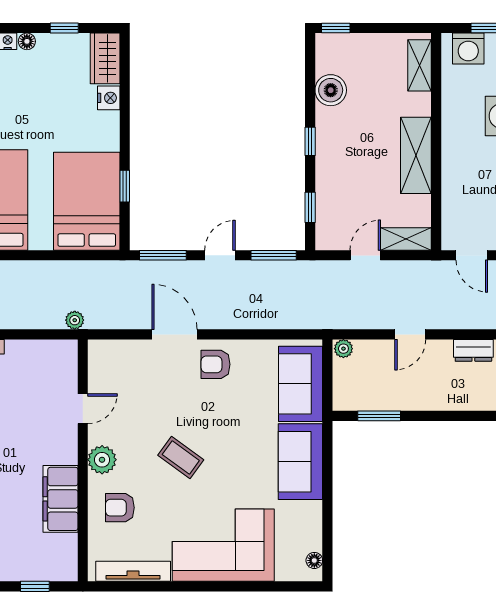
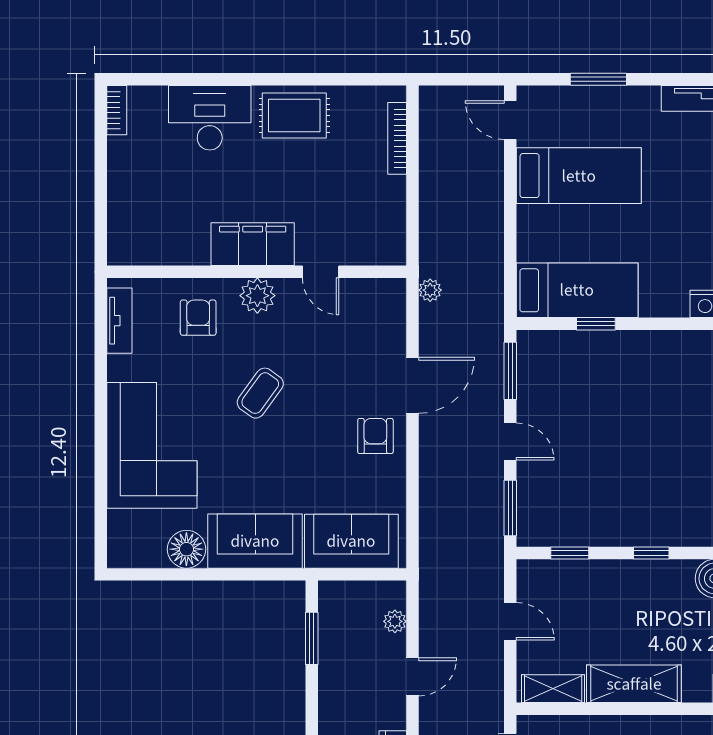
bed: (87, 201) -> (577, 290), width x0.67
shelving: (406, 239) -> (553, 689), moved, turned 90
plant: (75, 320) -> (430, 290), moved
door: (410, 334) -> (413, 677), swing flipped
plant: (343, 349) -> (395, 621), moved
filing cabinet: (60, 499) -> (253, 244), moved
floor lamp: (314, 560) -> (186, 549), moved, width x1.89, depth x1.89
tv unit: (133, 571) -> (119, 321), width x0.71
window: (35, 586) -> (101, 213), removed

